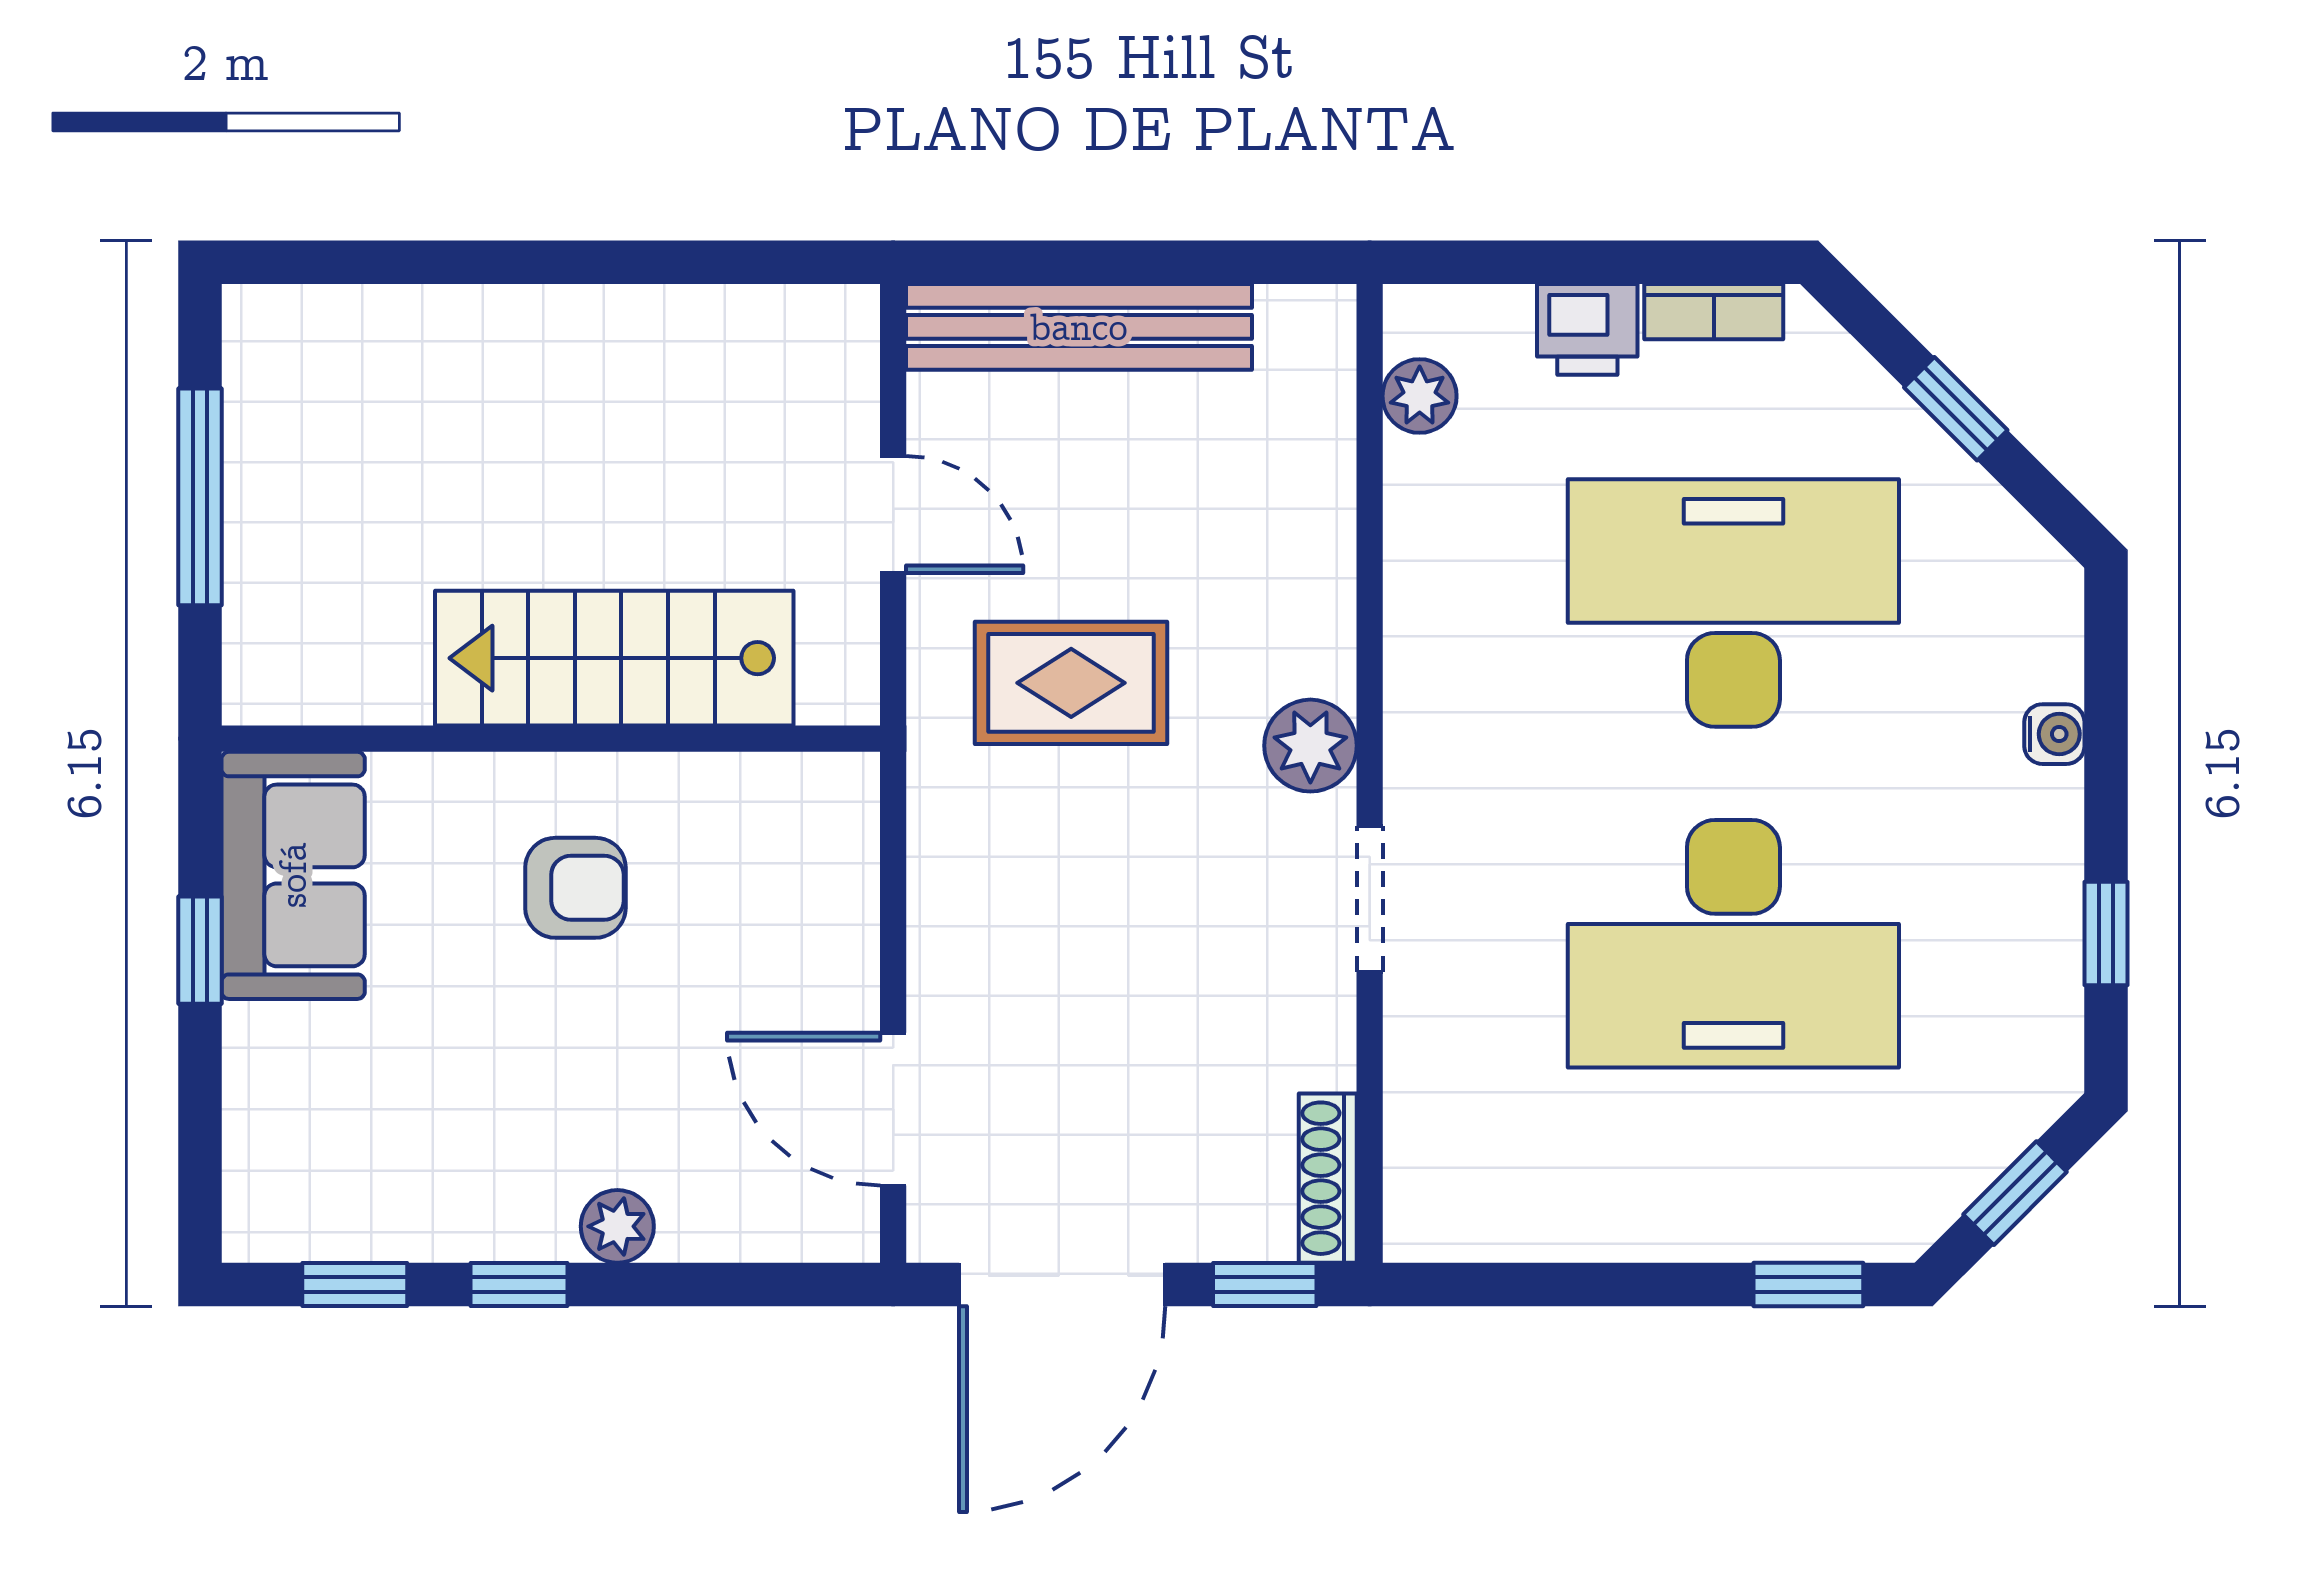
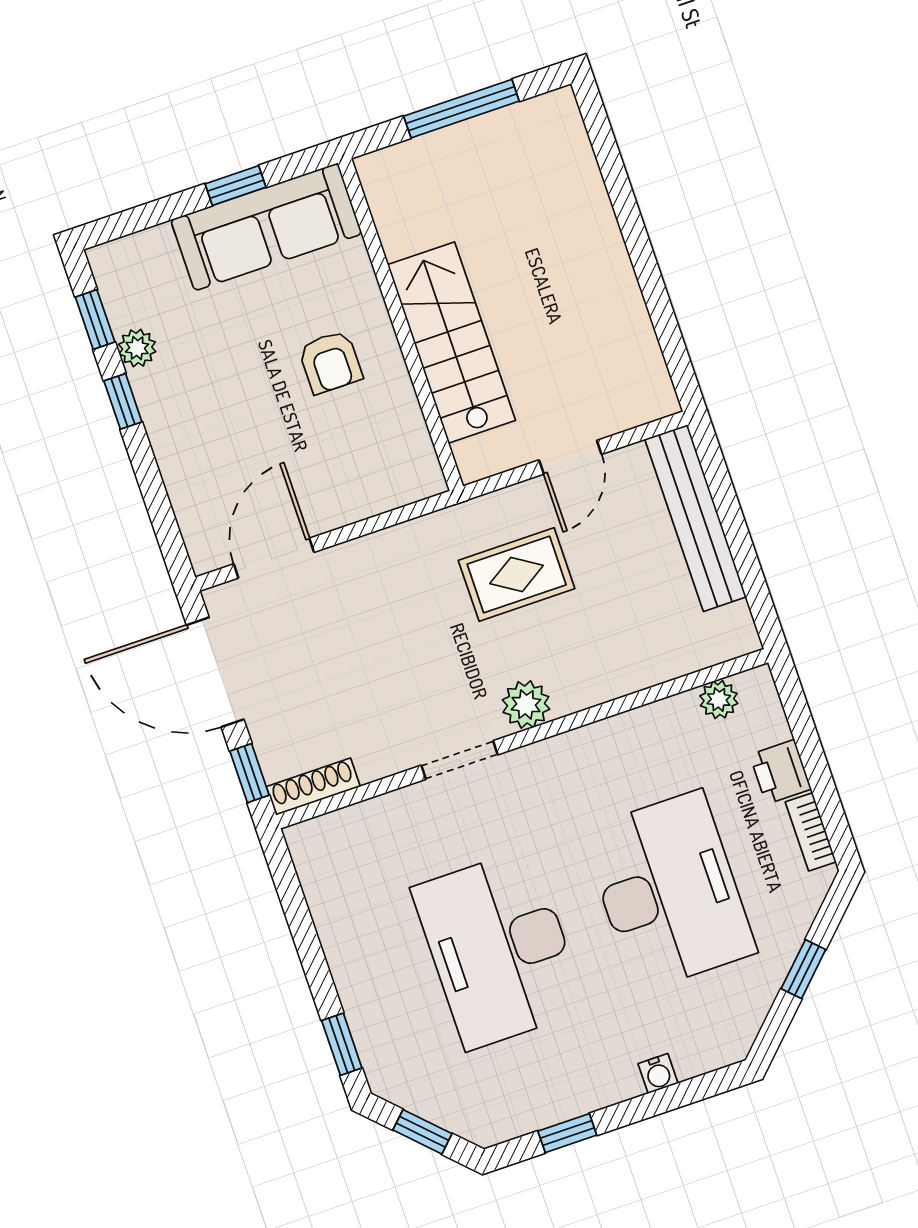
rug: (1071, 683) -> (517, 574), turned 90
sofa: (293, 875) -> (266, 227), width x1.36
plant: (617, 1226) -> (137, 348), moved

